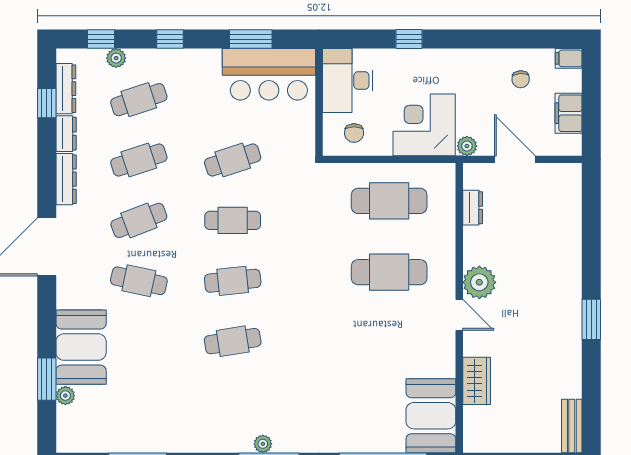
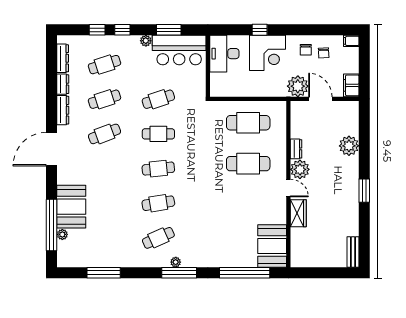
window: (101, 39) -> (97, 30), moved
plant: (116, 58) -> (146, 41), moved
window: (47, 103) -> (52, 67), removed
filing cabinet: (569, 113) -> (351, 85), moved
corner desk: (424, 125) -> (268, 53), moved, turned 180
chair: (354, 133) -> (306, 50), moved
plant: (467, 146) -> (298, 86), width x1.87, depth x1.87
dresser: (473, 208) -> (296, 149), moved
plant: (565, 241) -> (349, 146), added
cafe table: (139, 281) -> (158, 238), moved, turned -36
window: (47, 379) -> (52, 225), width x2.11
wardrobe: (477, 381) -> (298, 213), moved

